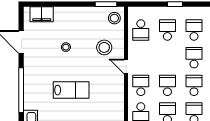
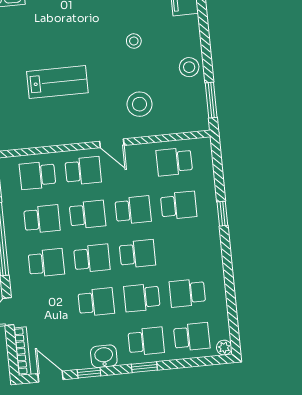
stool: (114, 18) -> (189, 67), moved
school desk: (194, 30) -> (133, 210), moved
door: (126, 66) -> (112, 143), swing flipped
lab bench: (71, 90) -> (57, 82), moved, turned -90

